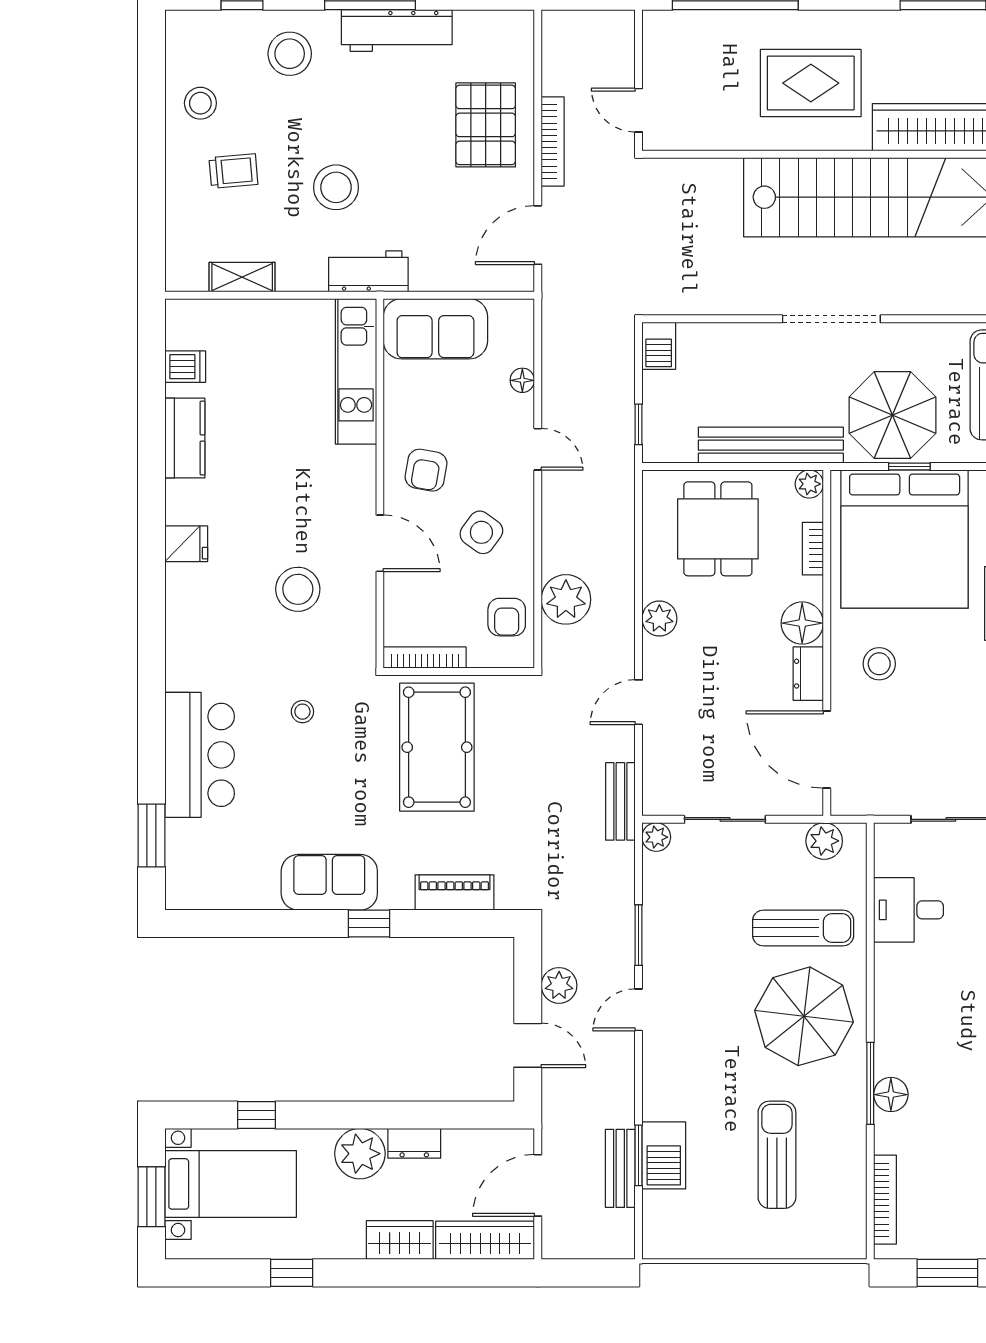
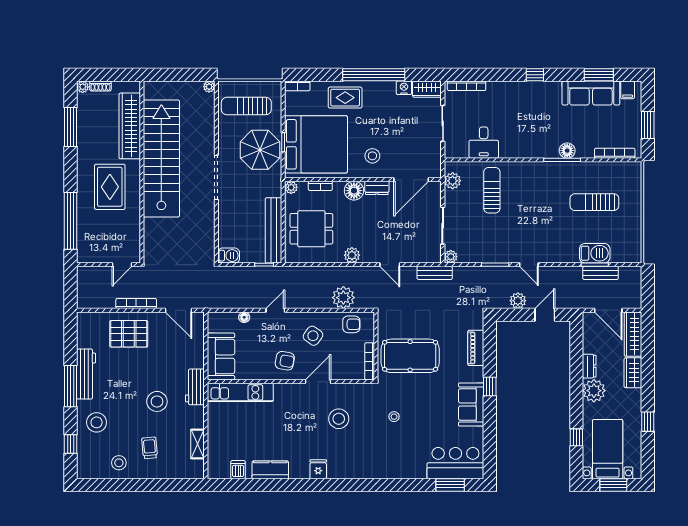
bench: (771, 445) -> (274, 230), moved
bar counter: (200, 755) -> (455, 463), moved
parasol: (804, 1016) -> (532, 190), removed

